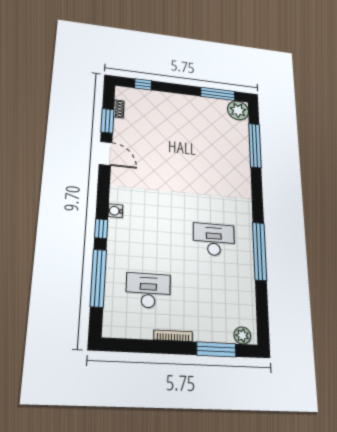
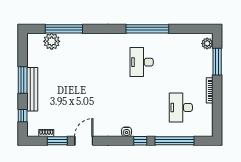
window: (218, 94) -> (23, 80), moved
bench: (177, 100) -> (32, 89), added
plant: (238, 110) -> (52, 41), moved

